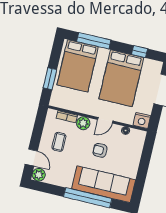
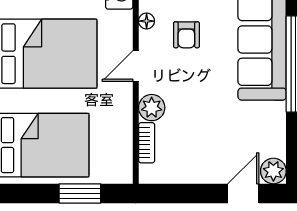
door: (105, 120) -> (136, 66), swing flipped
coffee table: (59, 142) -> (200, 146), removed
armchair: (100, 150) -> (186, 35), moved

